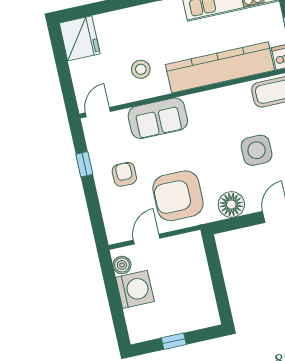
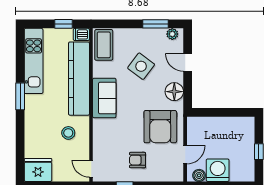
sofa: (158, 118) -> (104, 98), moved
side table: (257, 150) -> (141, 66), turned 37
door: (147, 239) -> (185, 155), swing flipped

